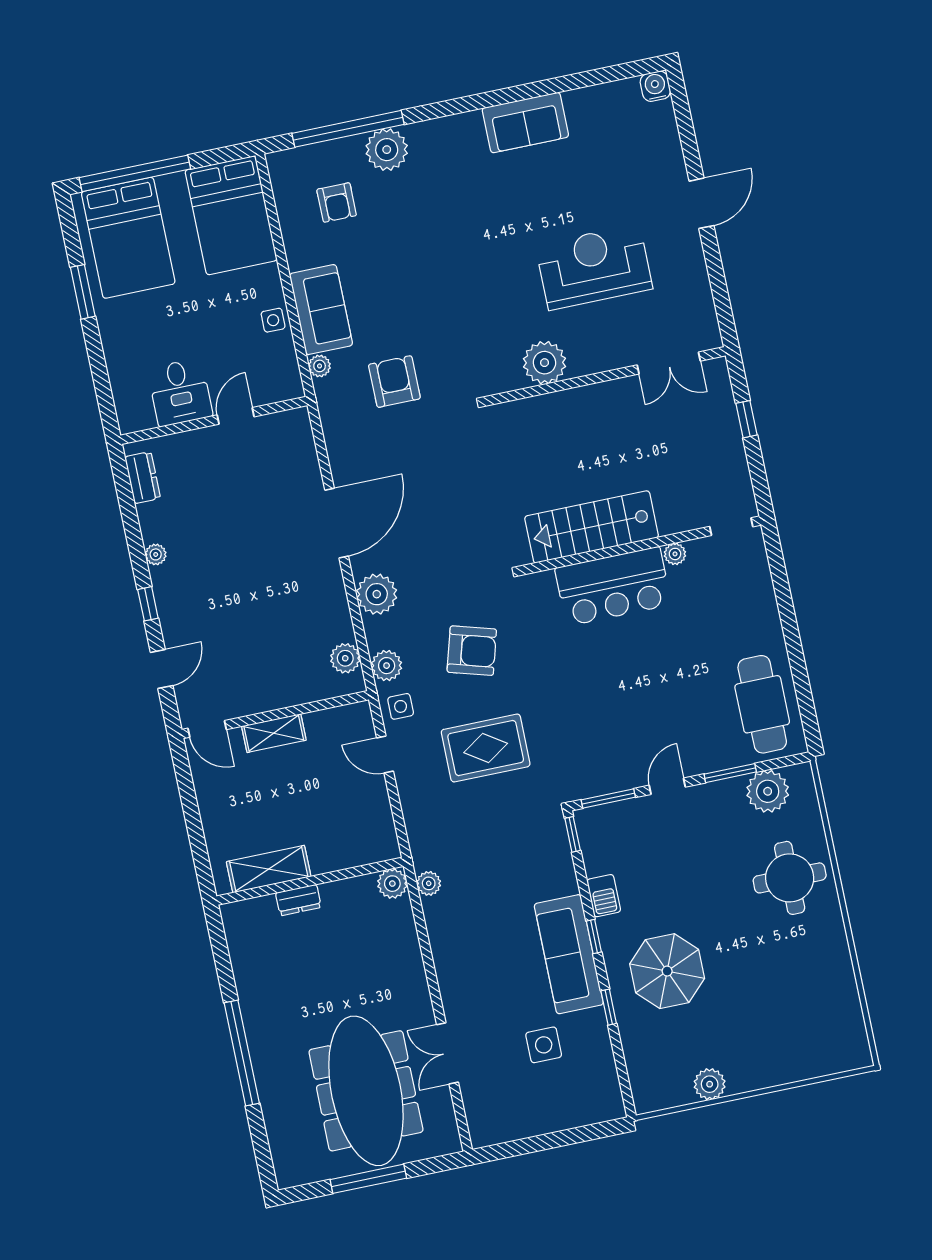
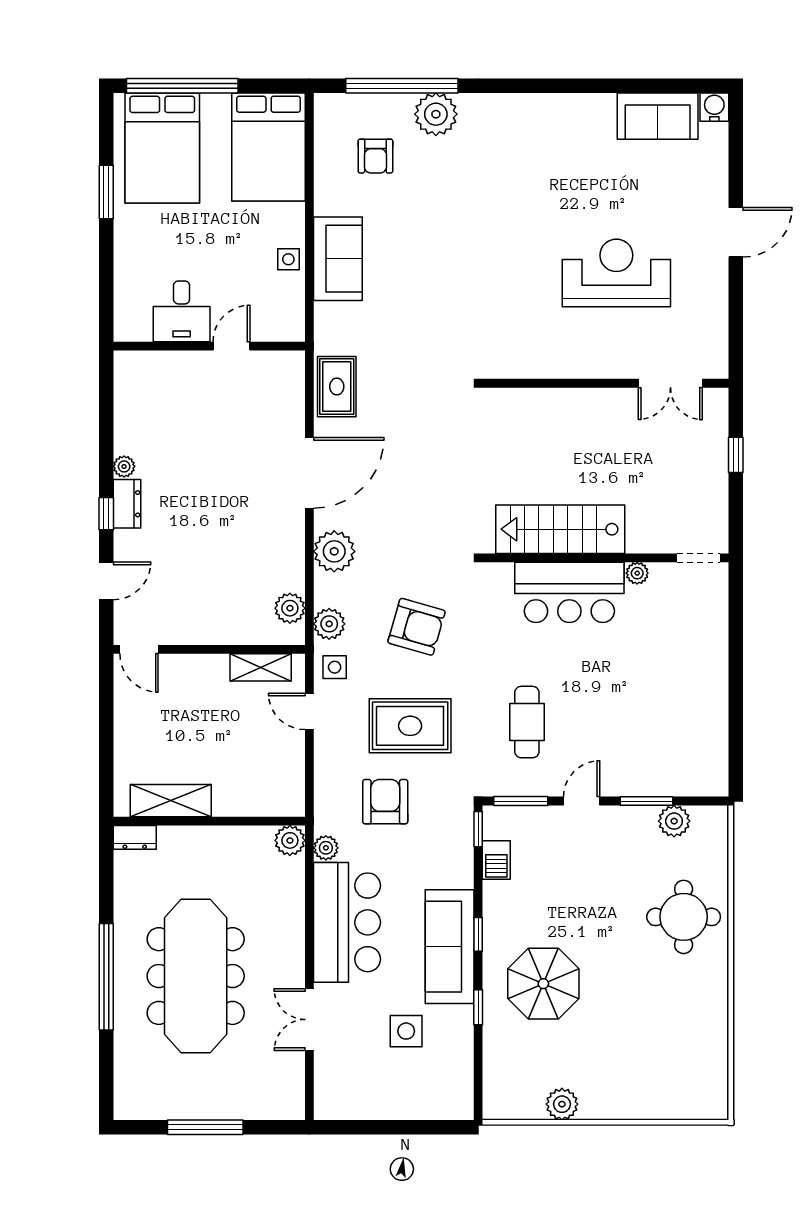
sofa: (525, 123) -> (658, 116), moved
plant: (545, 363) -> (548, 357), removed
plant: (320, 366) -> (325, 314), removed
armchair: (394, 382) -> (385, 802), moved
rug: (346, 434) -> (337, 387), added
dresser: (143, 478) -> (127, 504), moved
cafe table: (762, 704) -> (527, 722), moved, width x0.73, depth x0.74
shelving: (274, 733) -> (261, 667), moved
plant: (768, 791) -> (674, 821), width x0.73, depth x0.73
barbecue: (604, 896) -> (496, 860), moved
dresser: (298, 900) -> (135, 837), moved
bar counter: (464, 951) -> (347, 922), added
meeting table: (366, 1091) -> (196, 976), moved

